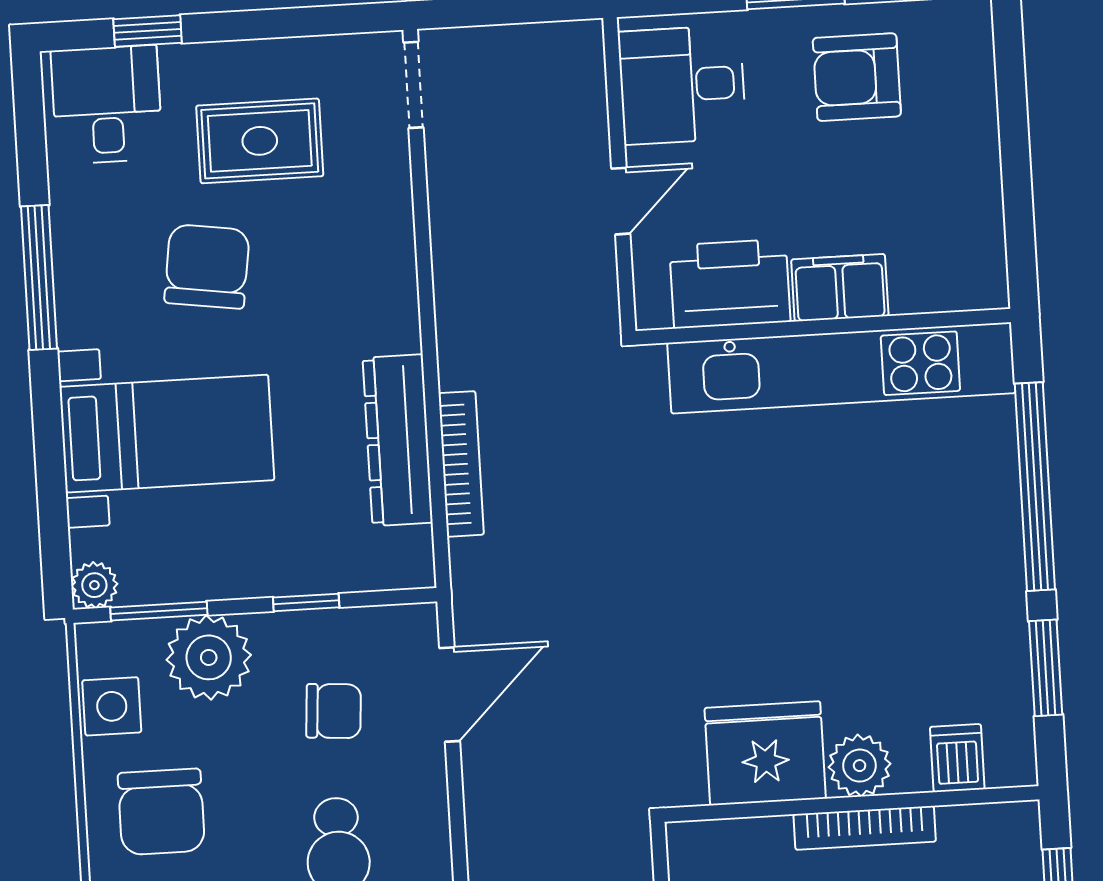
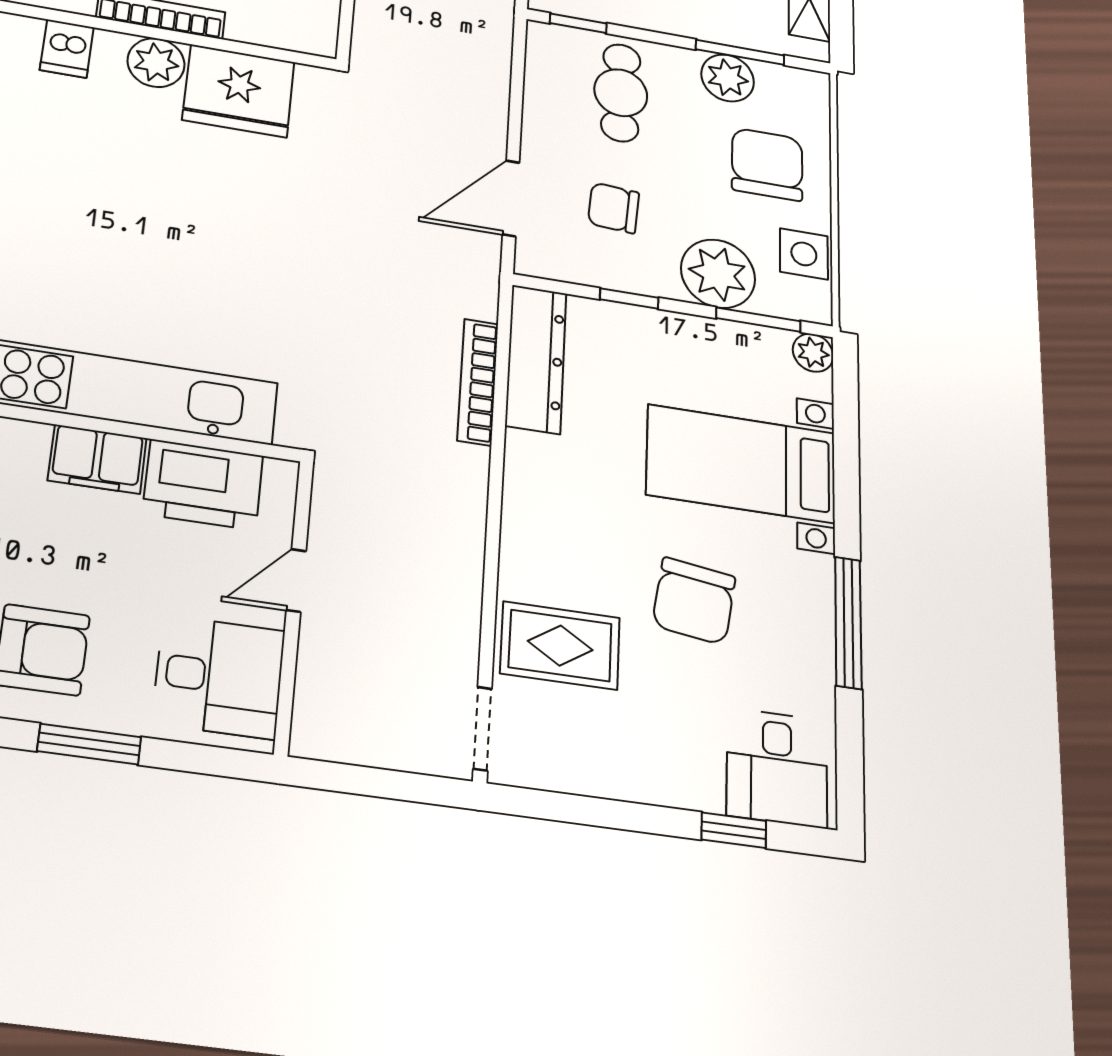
rug: (260, 141) -> (560, 646), moved
dresser: (398, 440) -> (536, 359), moved

